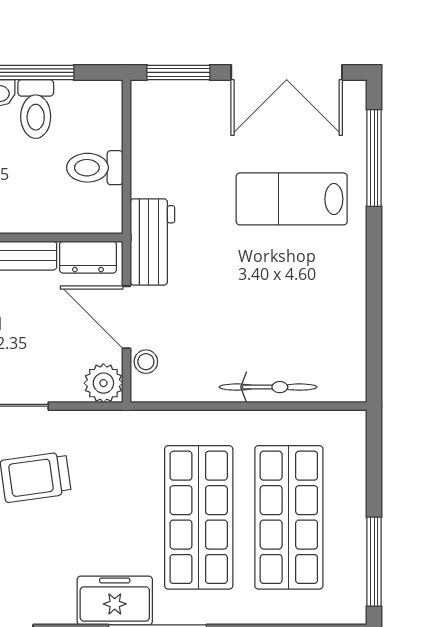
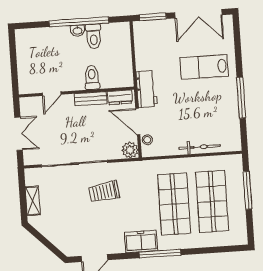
window: (374, 158) -> (241, 98), moved
toilet: (95, 168) -> (92, 77), moved, turned 90
window: (374, 562) -> (247, 190), moved

